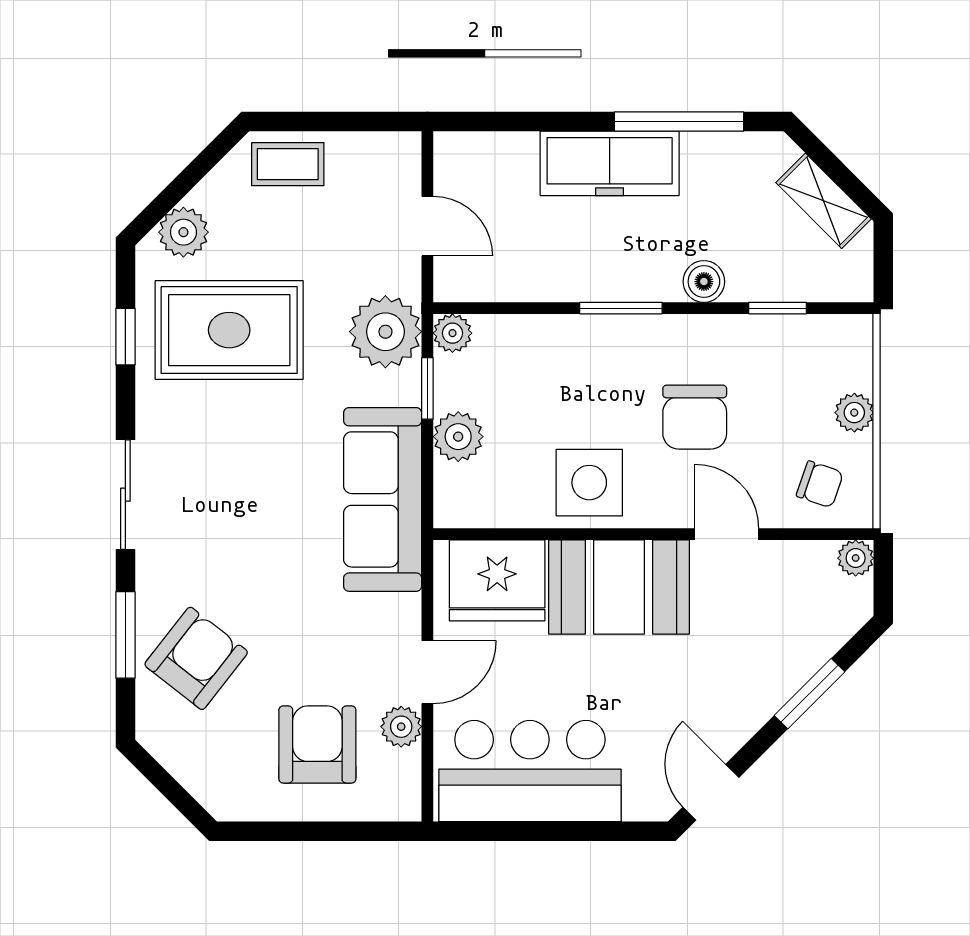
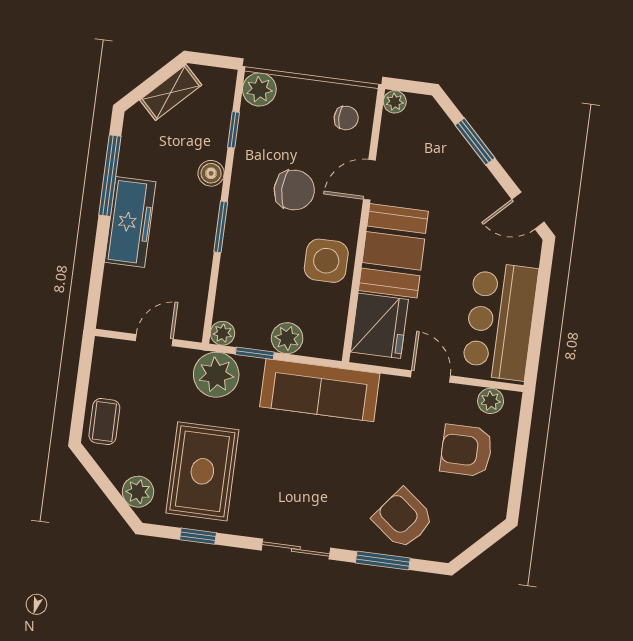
plant: (854, 413) -> (259, 89), moved, width x1.38, depth x1.38
chair: (820, 484) -> (346, 118), turned 71
plant: (401, 727) -> (491, 401), moved

